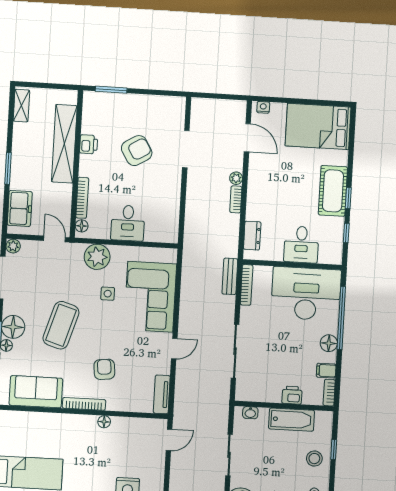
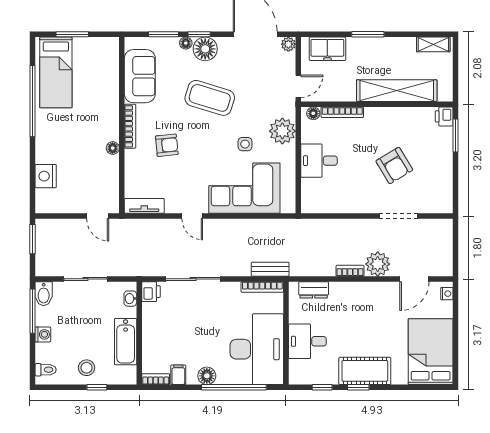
printer: (89, 144) -> (444, 116), moved, turned 90
plant: (236, 178) -> (378, 264), width x1.88, depth x1.88
printer: (292, 395) -> (151, 292), moved

